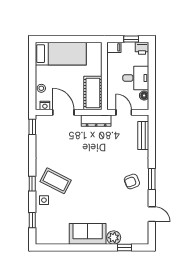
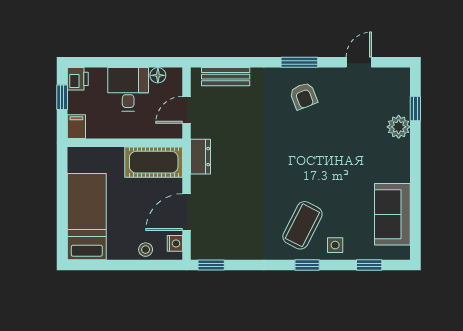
dresser: (96, 121) -> (201, 157), width x0.70
sofa: (88, 234) -> (392, 214), moved

